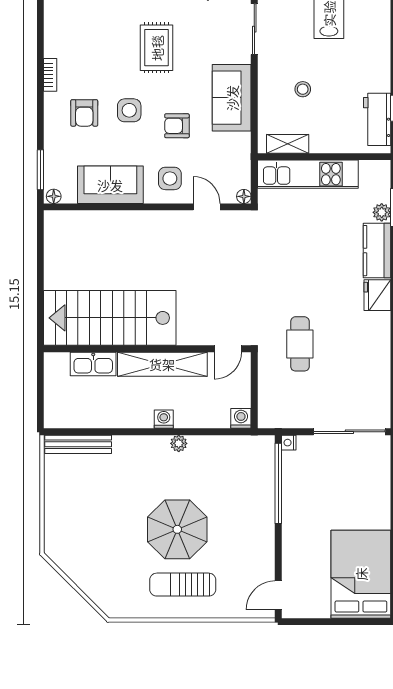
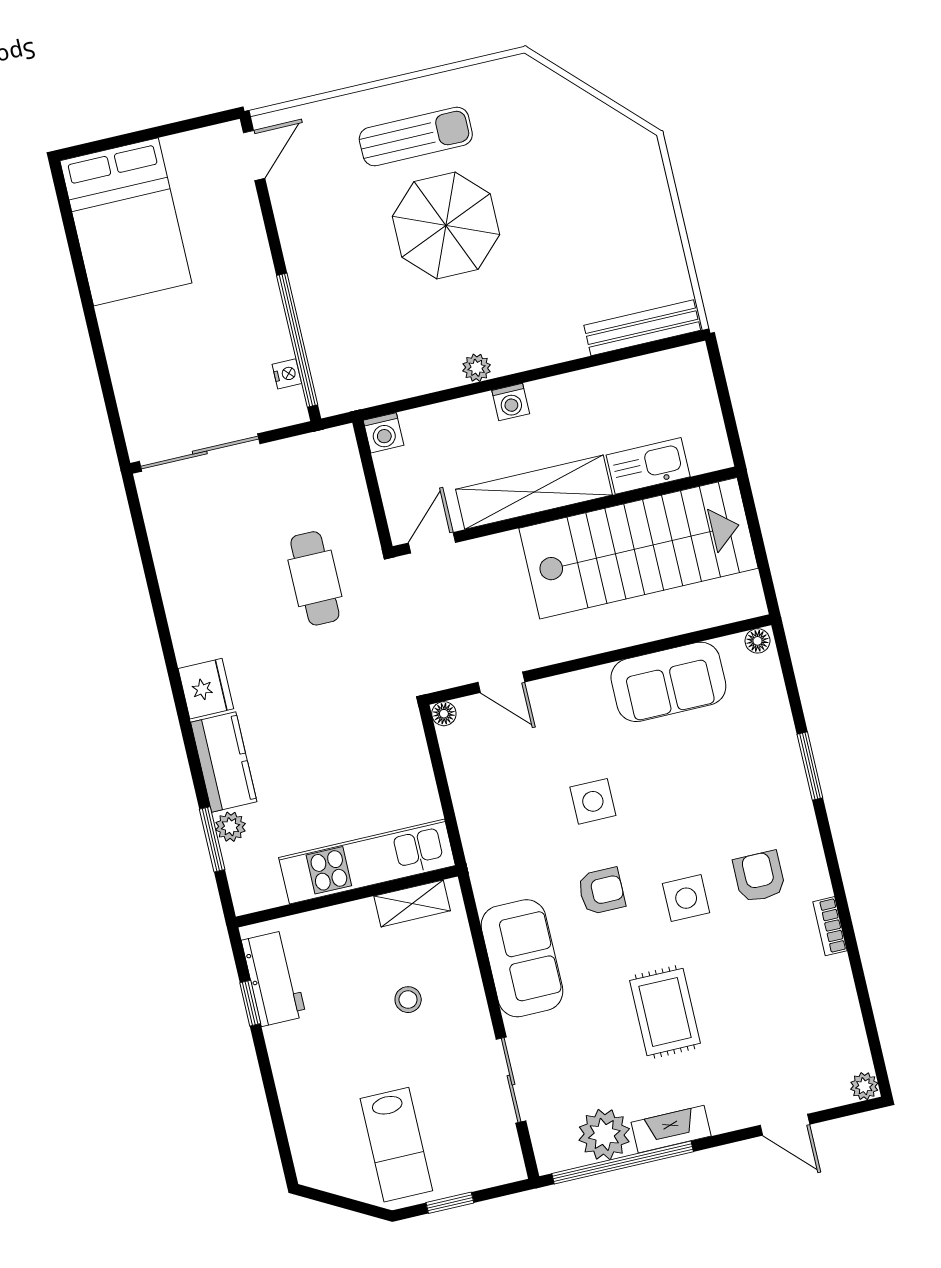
sofa: (110, 185) -> (668, 682), moved
floor lamp: (54, 196) -> (758, 641), moved
floor lamp: (244, 196) -> (444, 714), moved
wall: (147, 207) -> (599, 659), moved
door: (207, 207) -> (501, 682), moved
nightstand: (289, 443) -> (287, 374), moved

